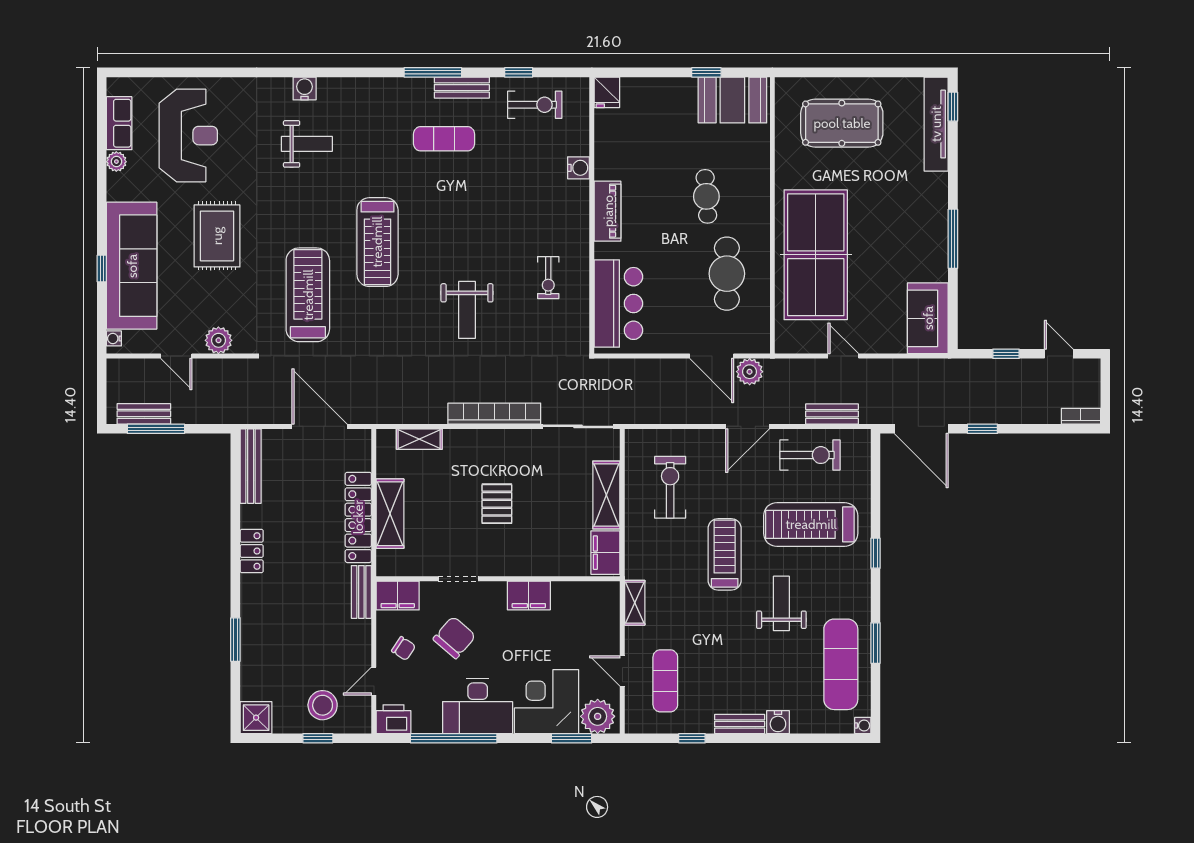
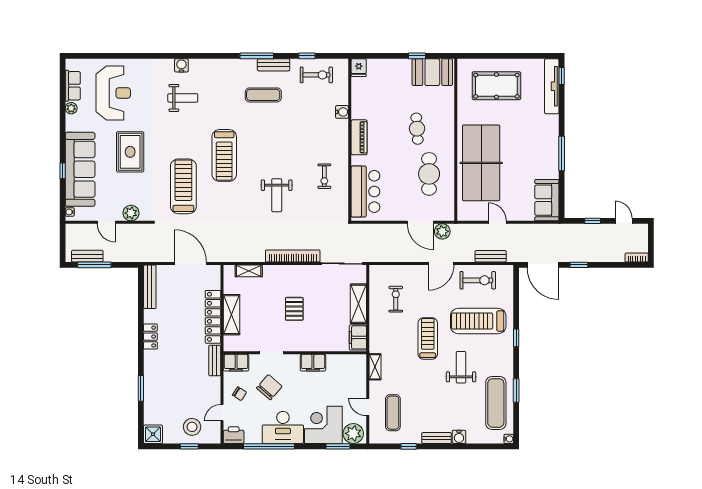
exercise bike: (670, 487) -> (396, 299), width x0.73, depth x0.72

